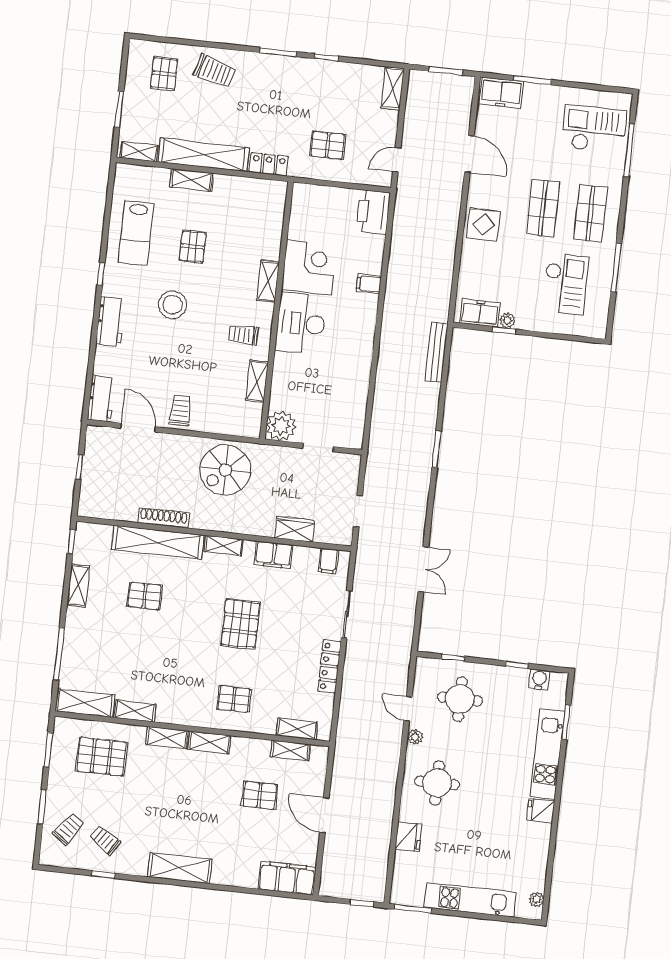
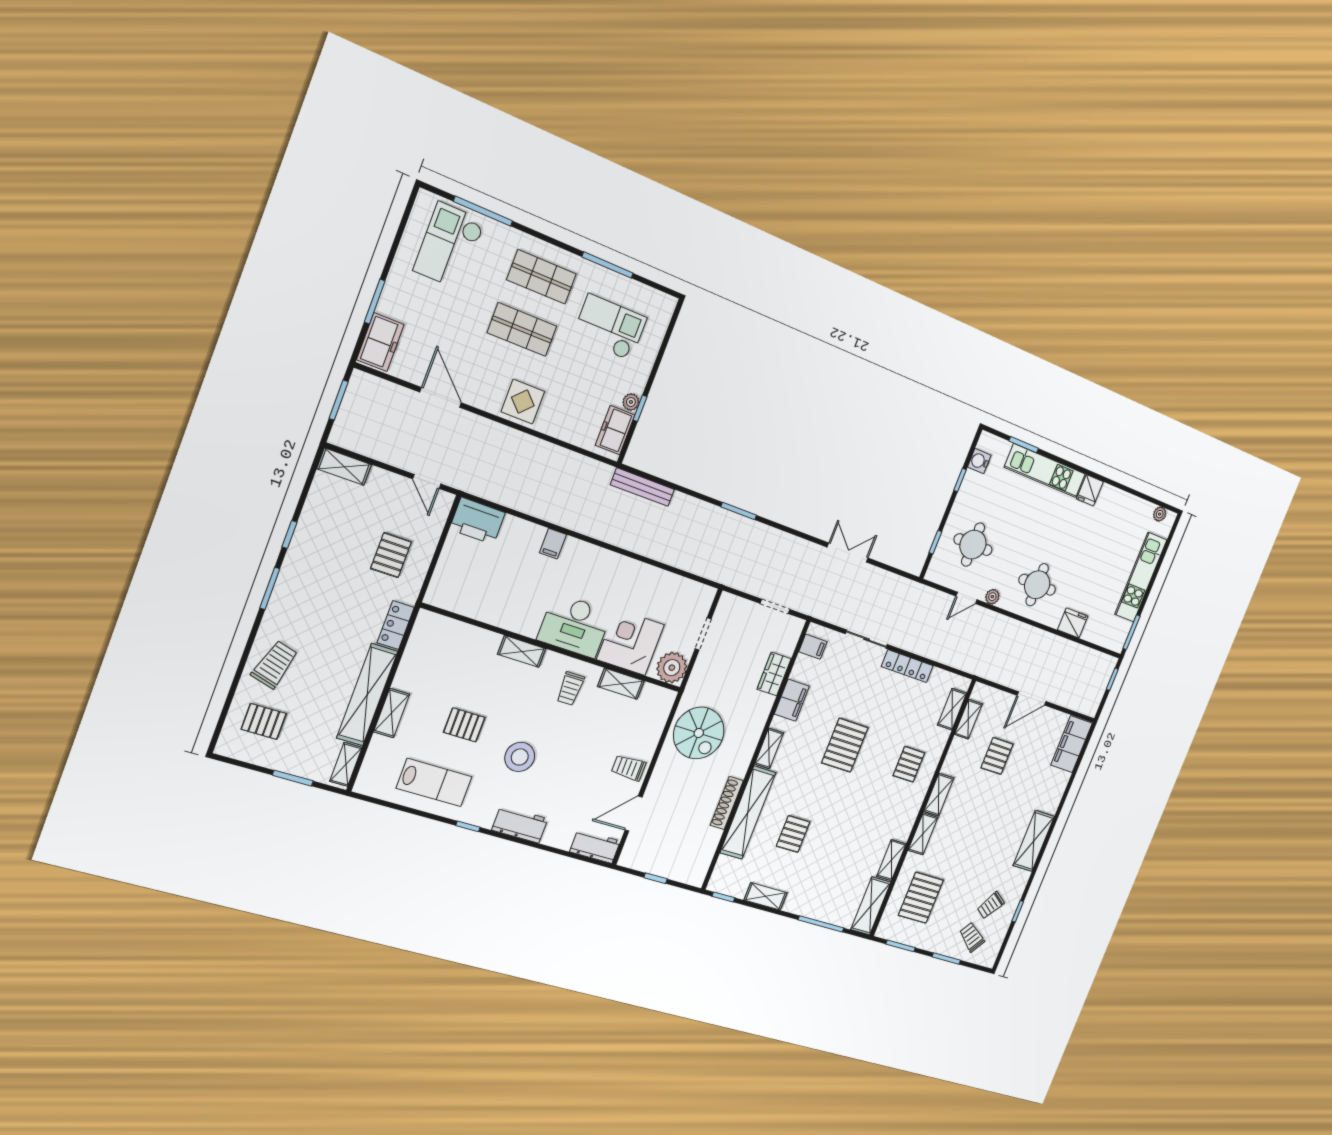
door: (469, 154) -> (441, 398), hinge flipped
corner desk: (309, 267) -> (630, 642), moved
pallet: (241, 624) -> (845, 745), turned 90

